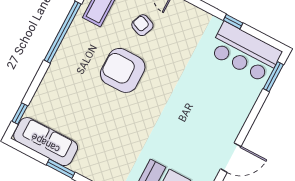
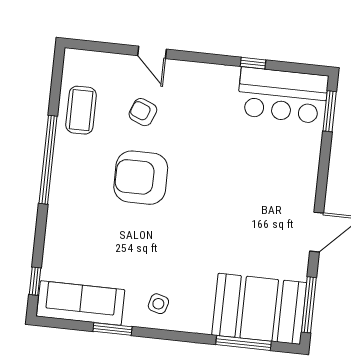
side table: (100, 164) -> (158, 304), added

